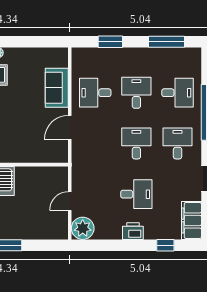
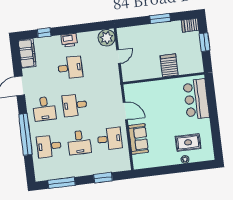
door: (70, 127) -> (125, 111), hinge flipped
desk: (136, 143) -> (75, 105), turned 90
desk: (136, 194) -> (70, 68), turned 180

